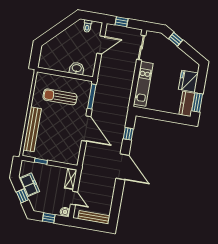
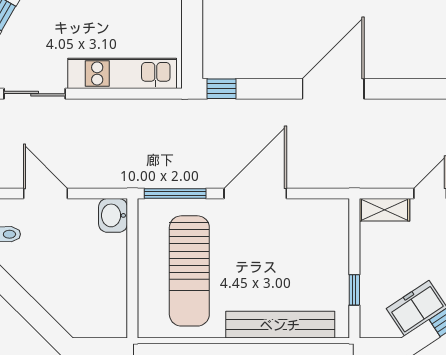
washbasin: (77, 68) -> (113, 215), moved
sun lounger: (60, 97) -> (189, 271), width x1.36, depth x1.34
window: (128, 134) -> (222, 89), moved

